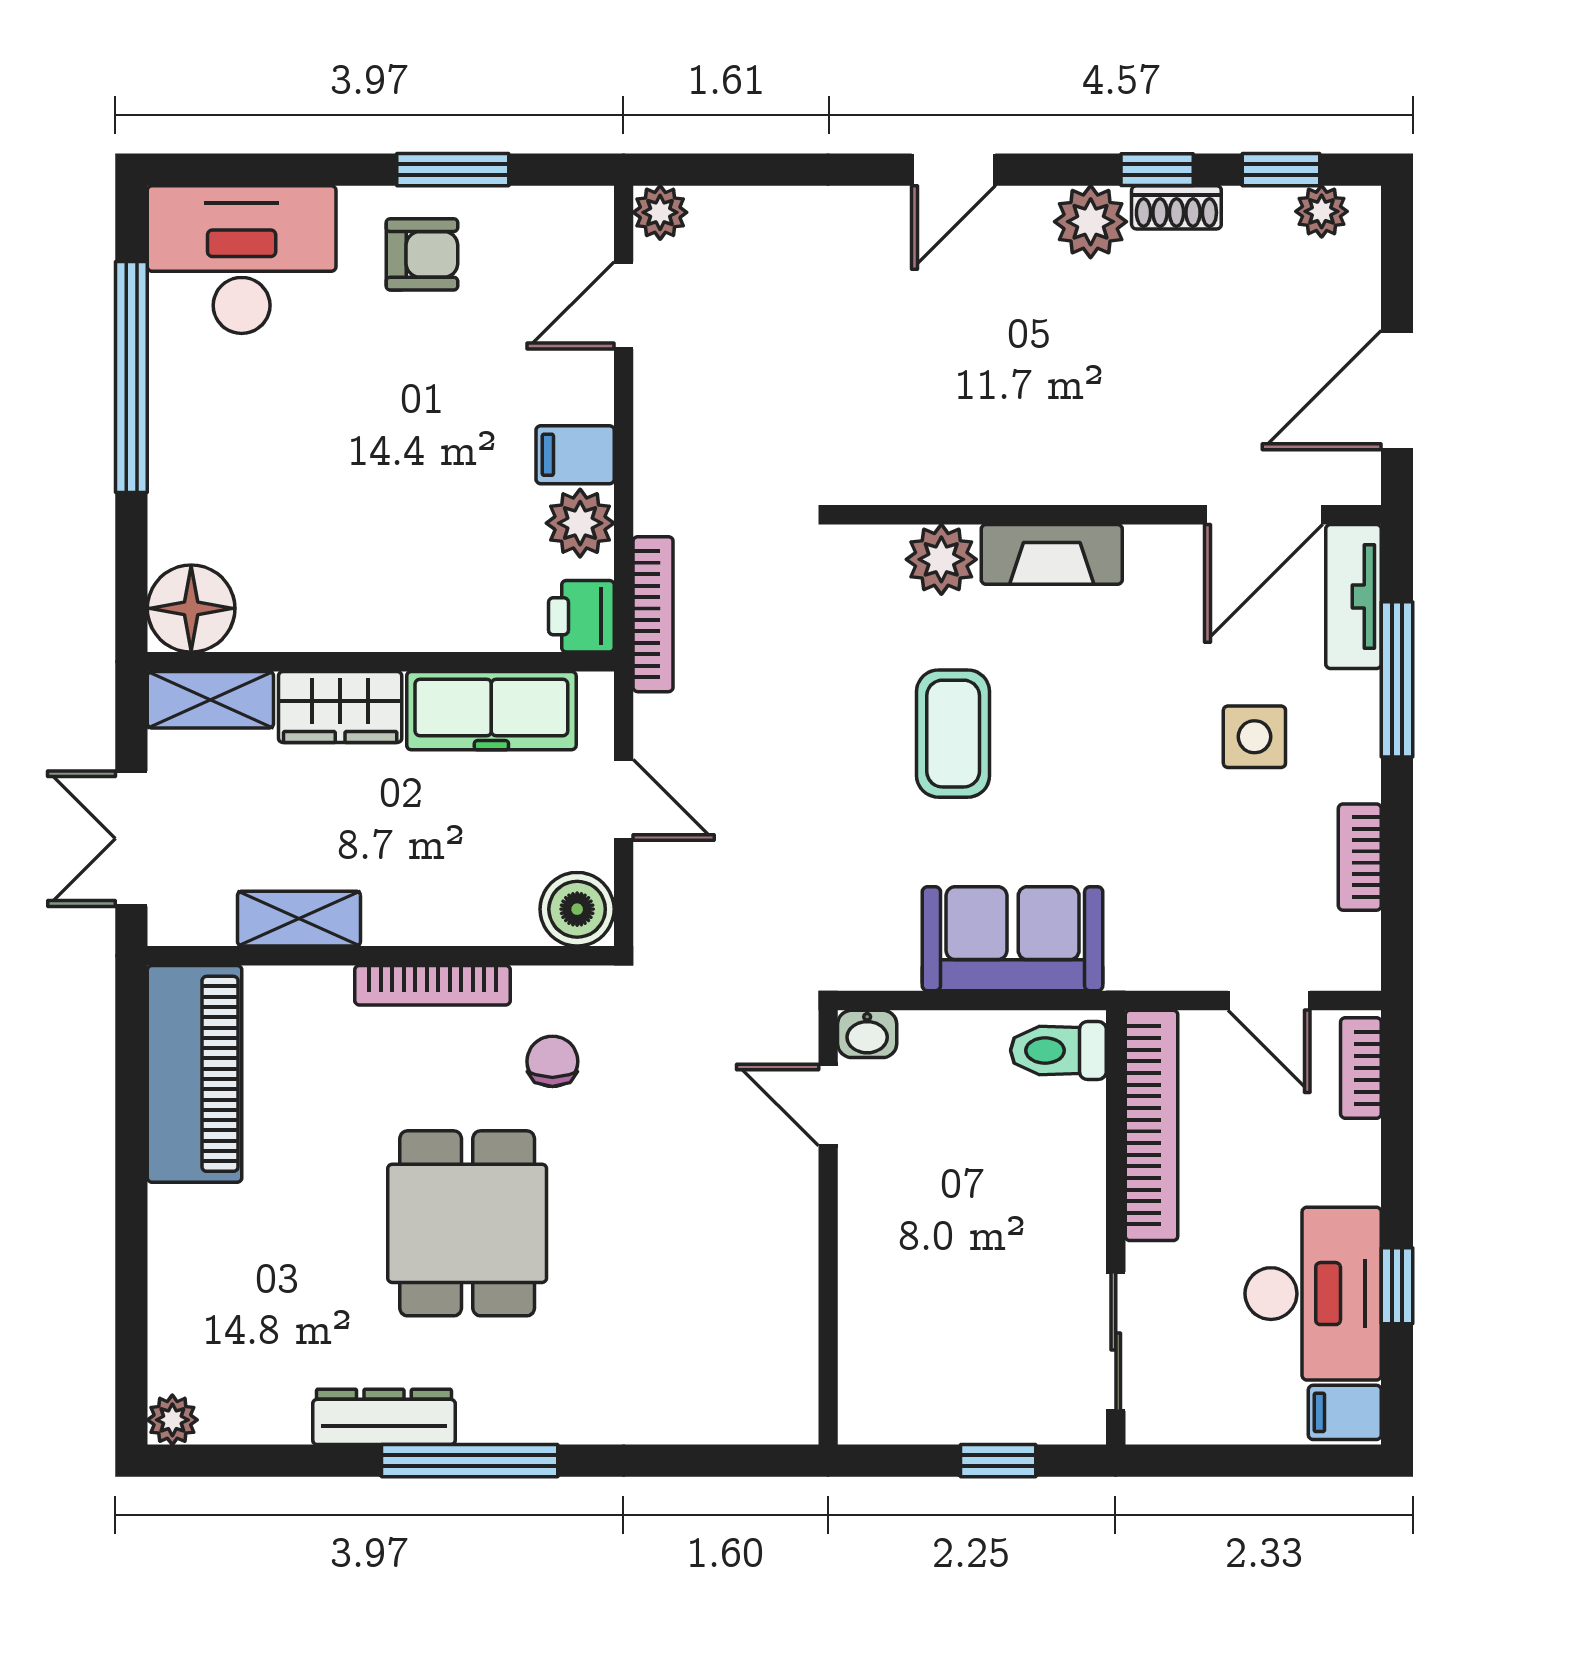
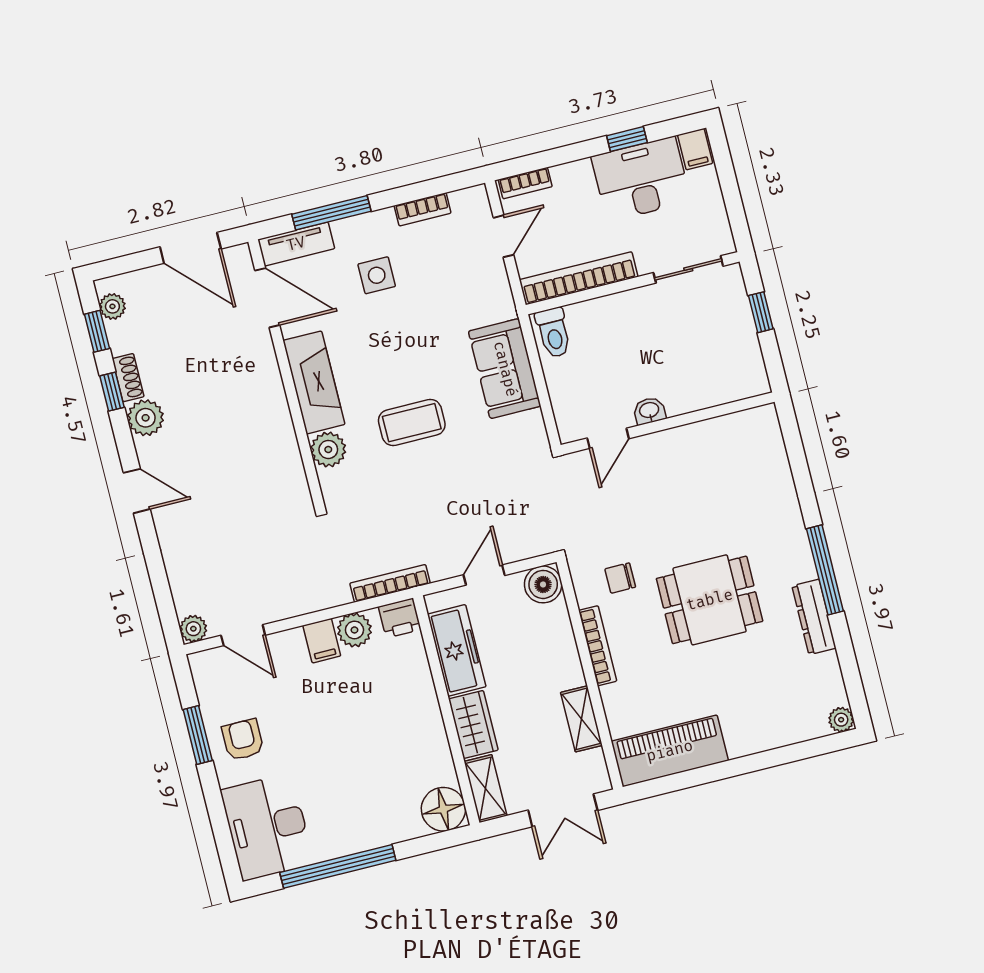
fireplace: (1052, 554) -> (314, 382), width x1.37, depth x1.32
washbasin: (867, 1034) -> (649, 411), moved, turned -90

